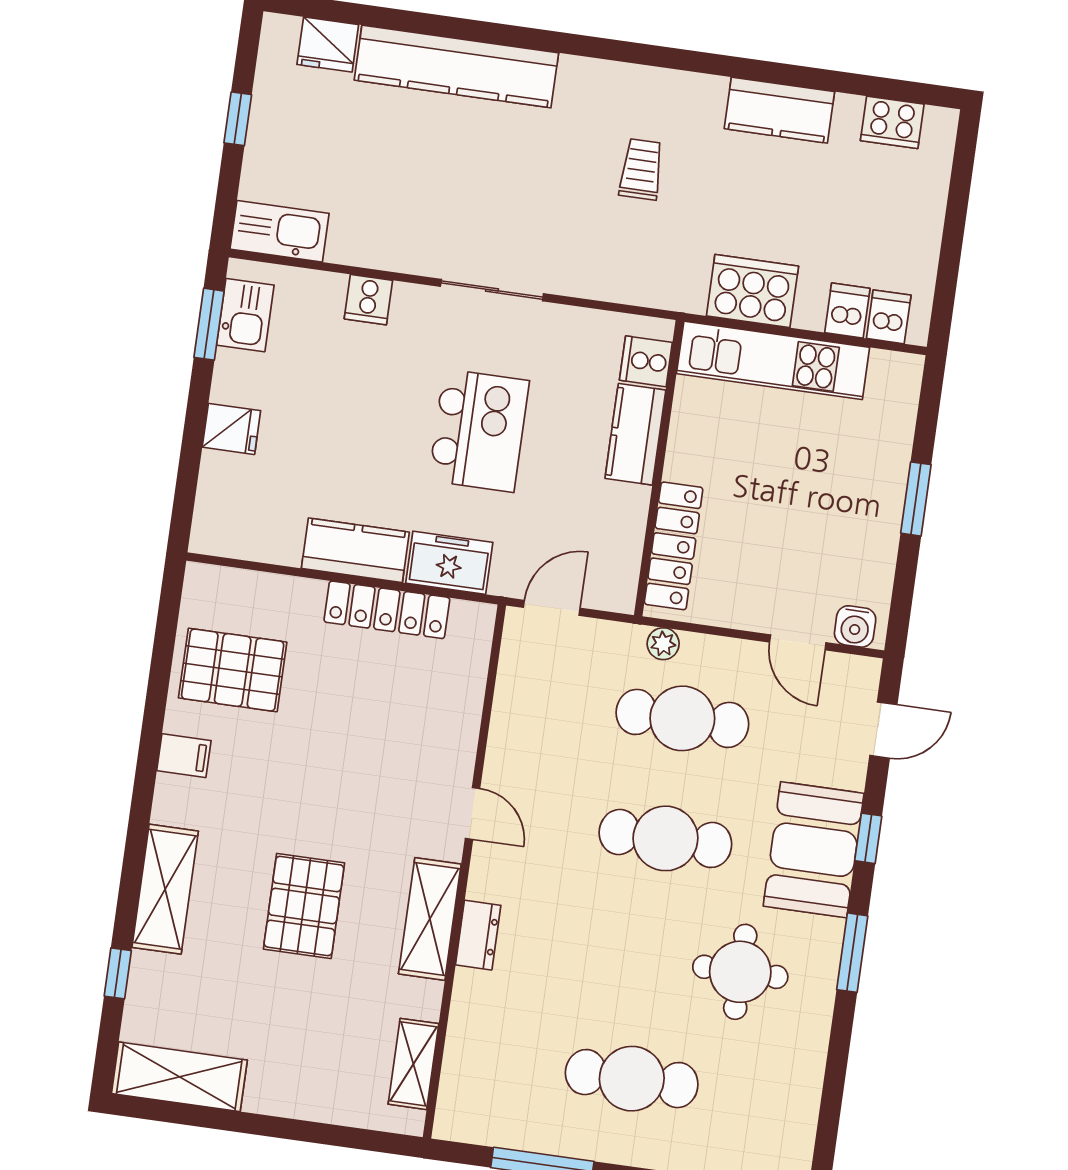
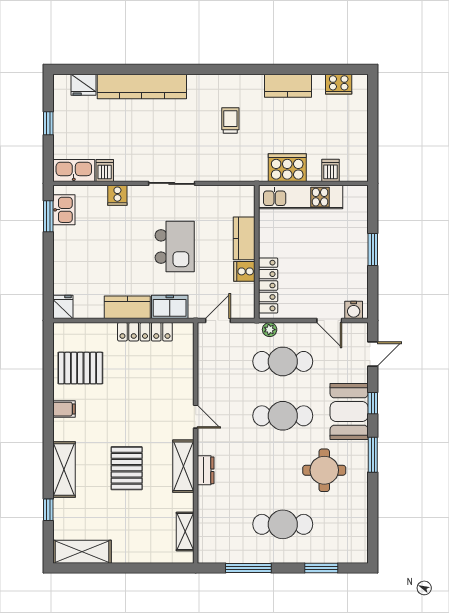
dishwasher: (889, 317) -> (105, 171), moved
cooker: (646, 361) -> (244, 271), moved
fridge: (231, 429) -> (63, 307), moved, turned -90

